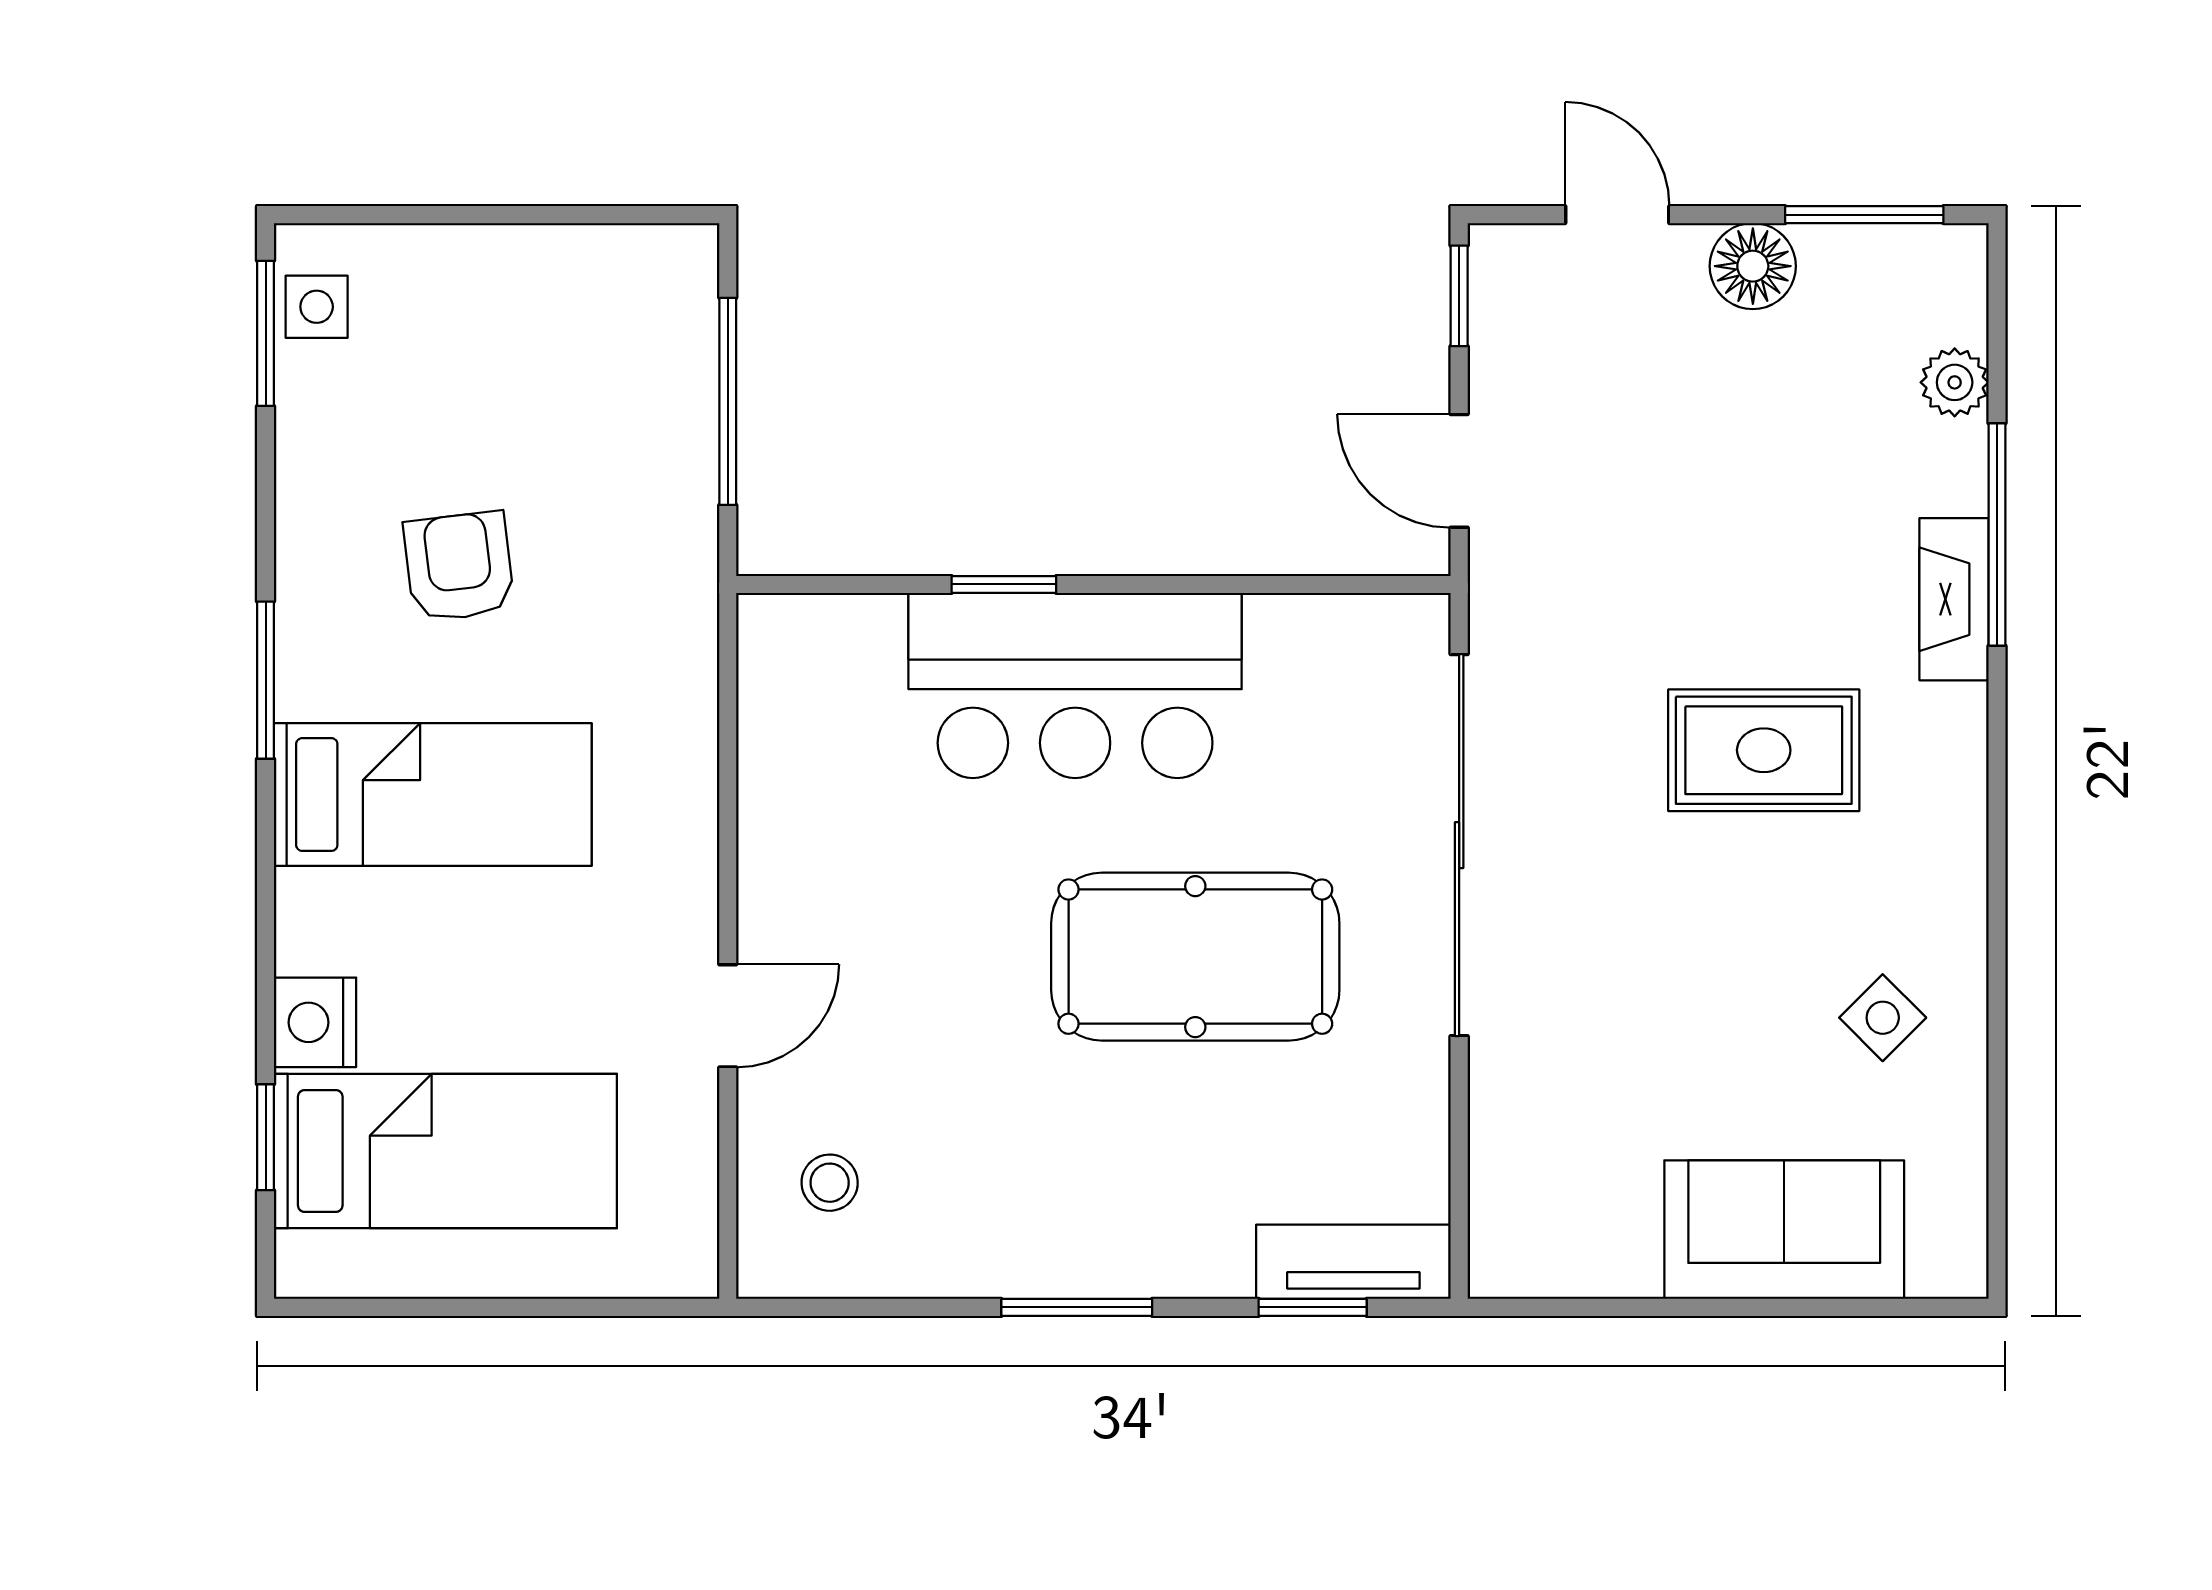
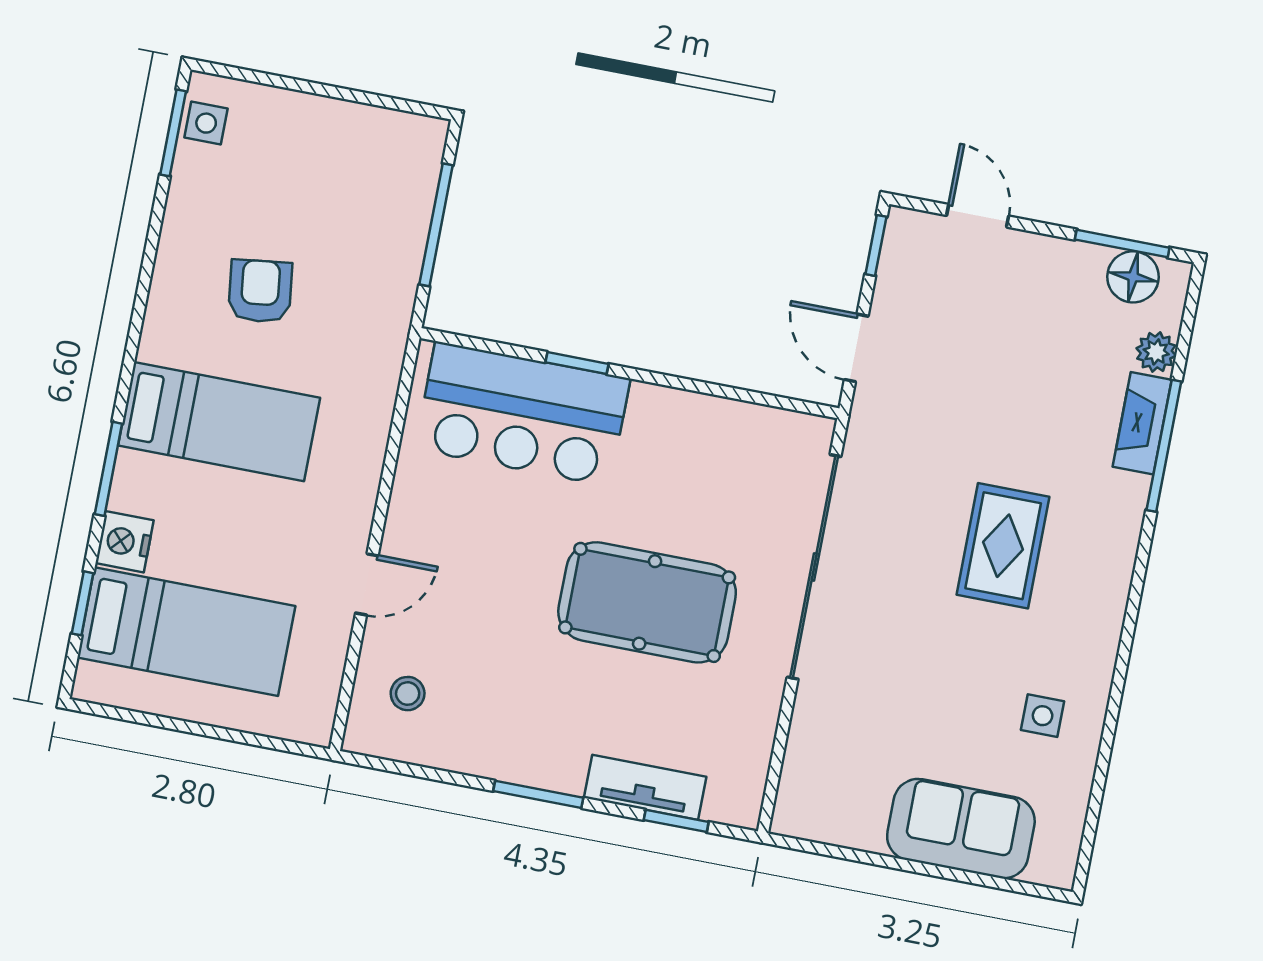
floor lamp: (1753, 266) -> (1133, 277), moved
fireplace: (1954, 599) -> (1142, 423), moved
window: (266, 680) -> (108, 469), moved
bar counter: (1075, 685) -> (523, 414), moved
rug: (1764, 750) -> (1003, 546), turned 90
side table: (1883, 1018) -> (1043, 716), turned 45
tv unit: (1353, 1262) -> (645, 787), moved

